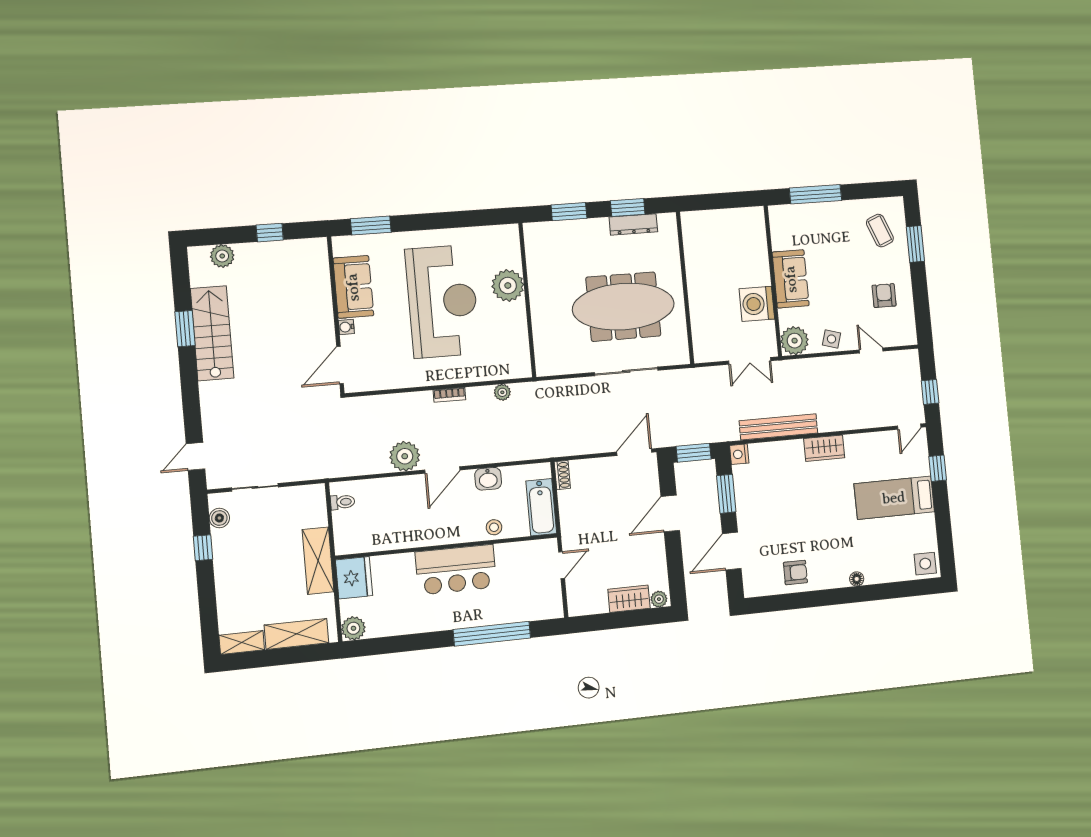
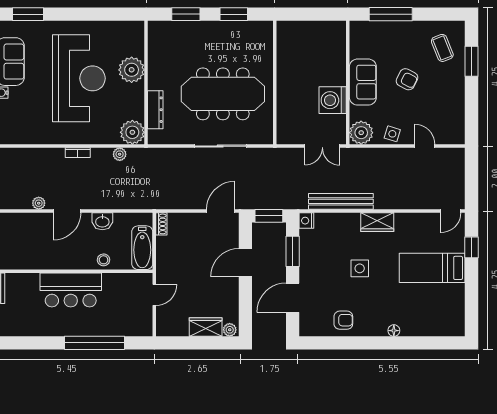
dresser: (633, 224) -> (155, 110), moved, turned -90
armchair: (884, 296) -> (407, 79), moved, turned 117
plant: (516, 363) -> (132, 132), added
window: (930, 392) -> (472, 184), removed
plant: (405, 456) -> (39, 203), width x0.53, depth x0.53
side table: (925, 564) -> (360, 268), moved

